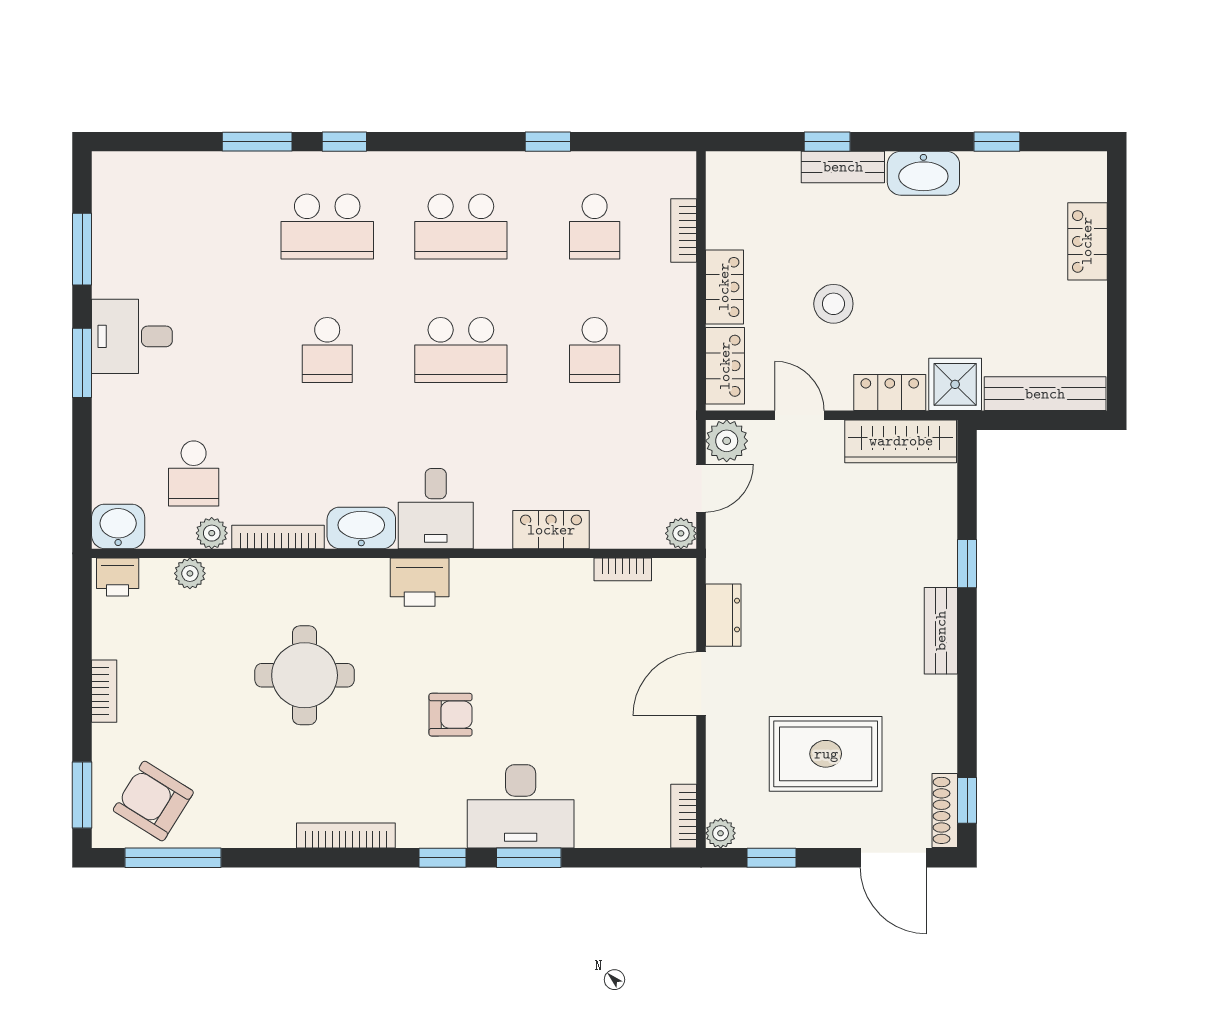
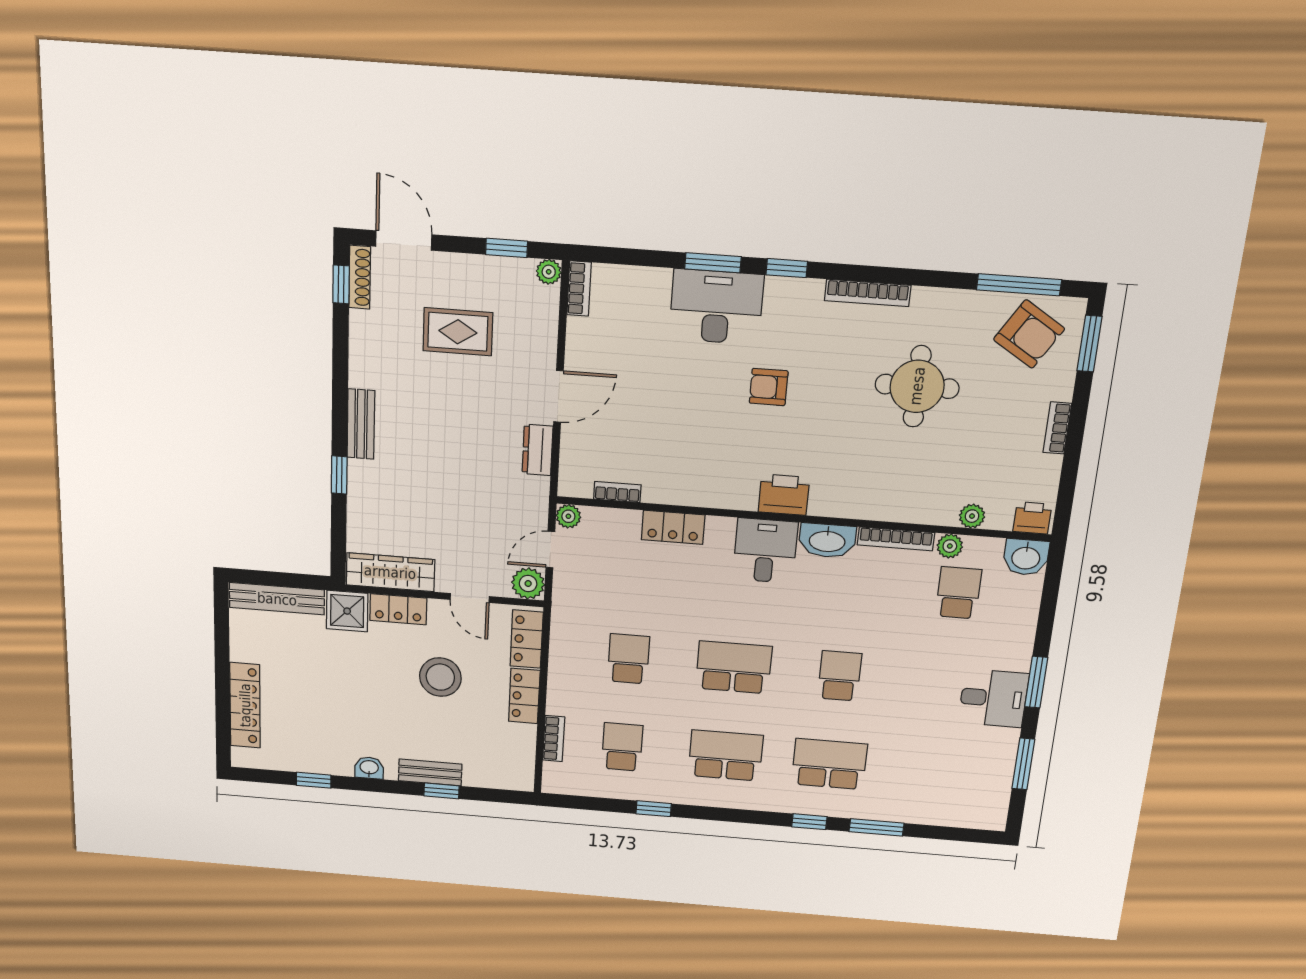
washbasin: (923, 173) -> (369, 768), width x0.52, depth x0.69
locker: (1087, 241) -> (245, 705), width x1.53
stool: (833, 304) -> (440, 677), width x1.38, depth x1.38
round table: (305, 675) -> (917, 386), moved
rug: (826, 754) -> (458, 332), width x0.73, depth x0.70

